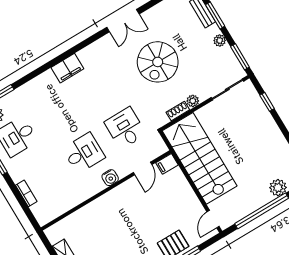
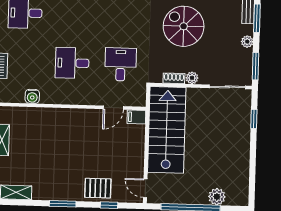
spiral stairs: (158, 62) -> (184, 26), turned 90
desk: (84, 153) -> (72, 63), turned 180
water cooler: (110, 178) -> (32, 96), moved
door: (213, 219) -> (145, 188), hinge flipped

